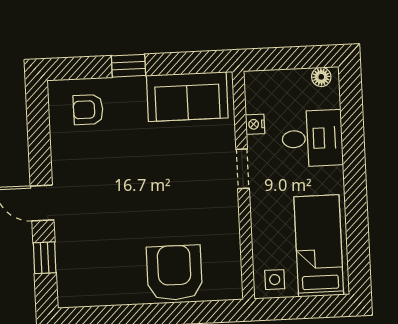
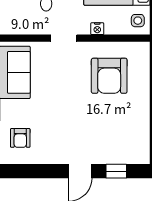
nightstand: (255, 124) -> (97, 29), moved
armchair: (174, 273) -> (109, 76), moved, turned -90

